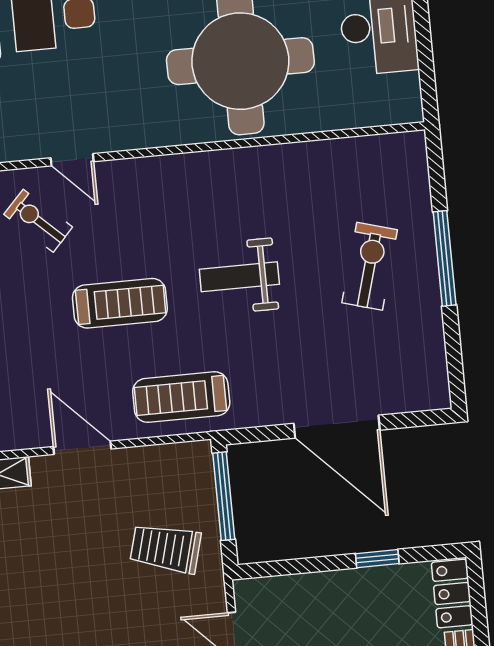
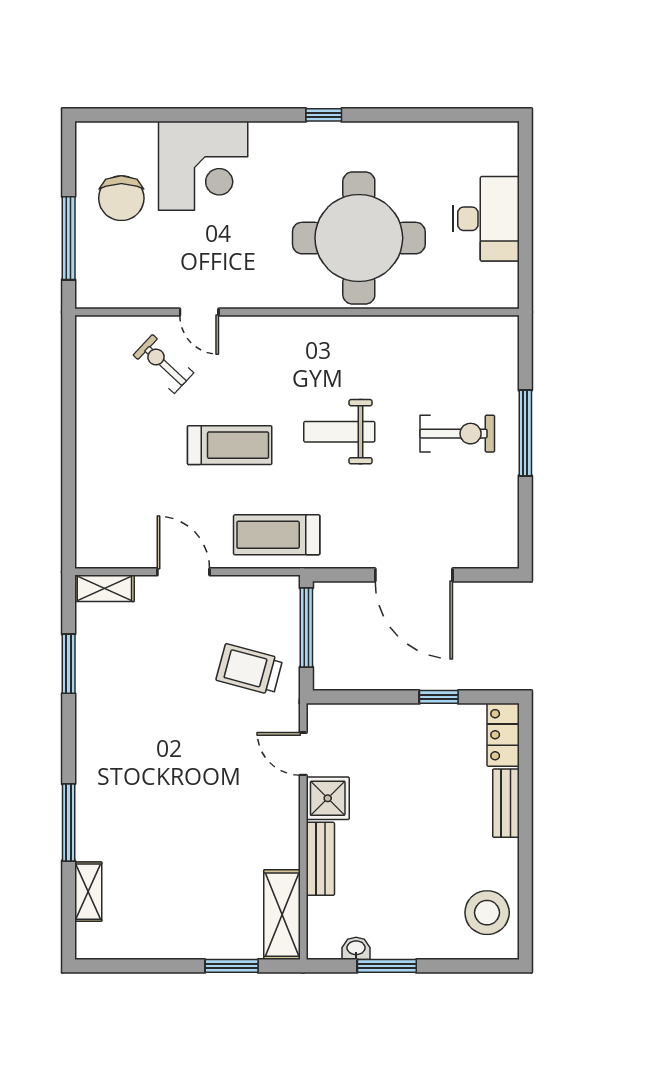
exercise bike: (370, 266) -> (457, 434), turned 74

